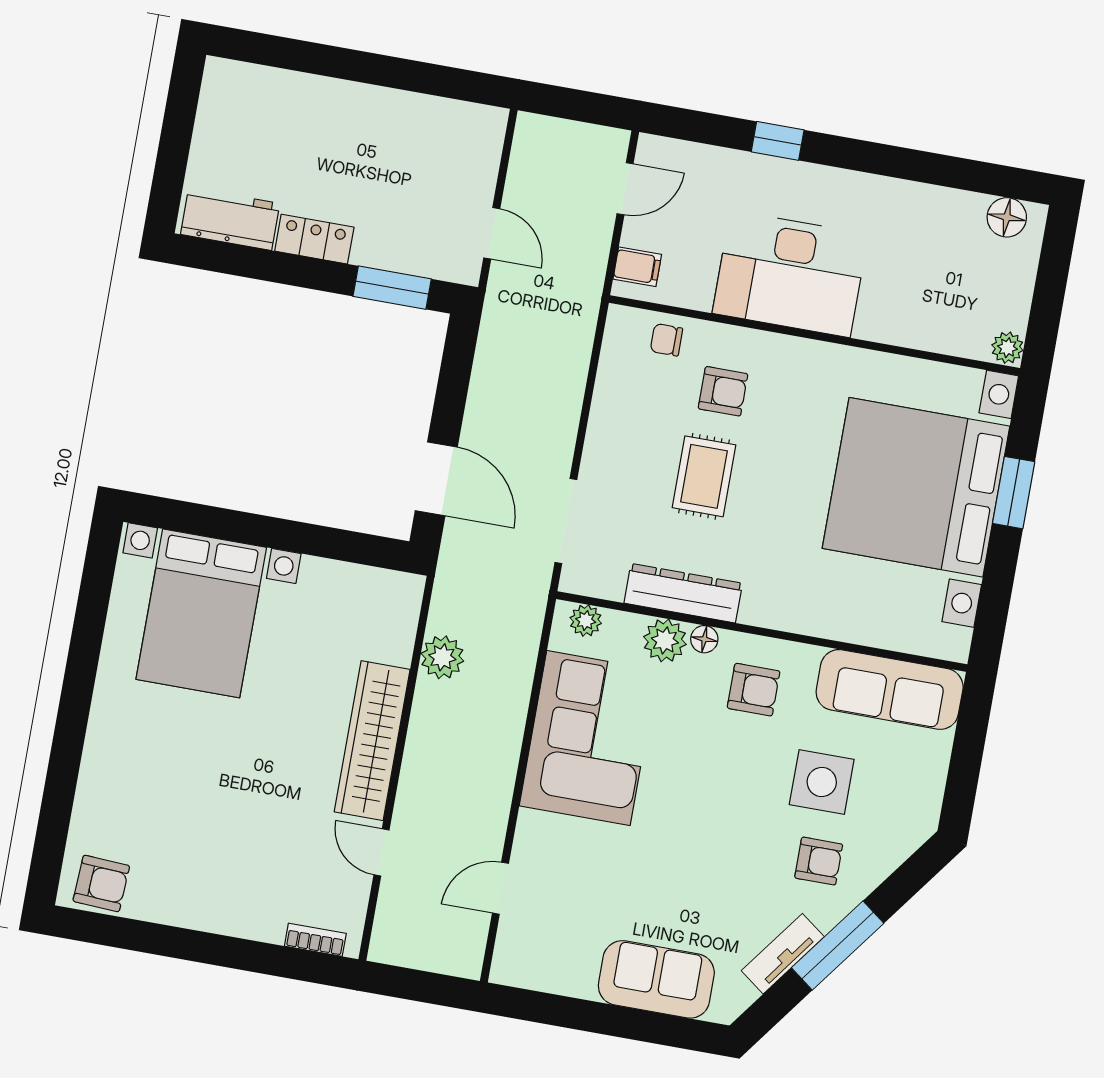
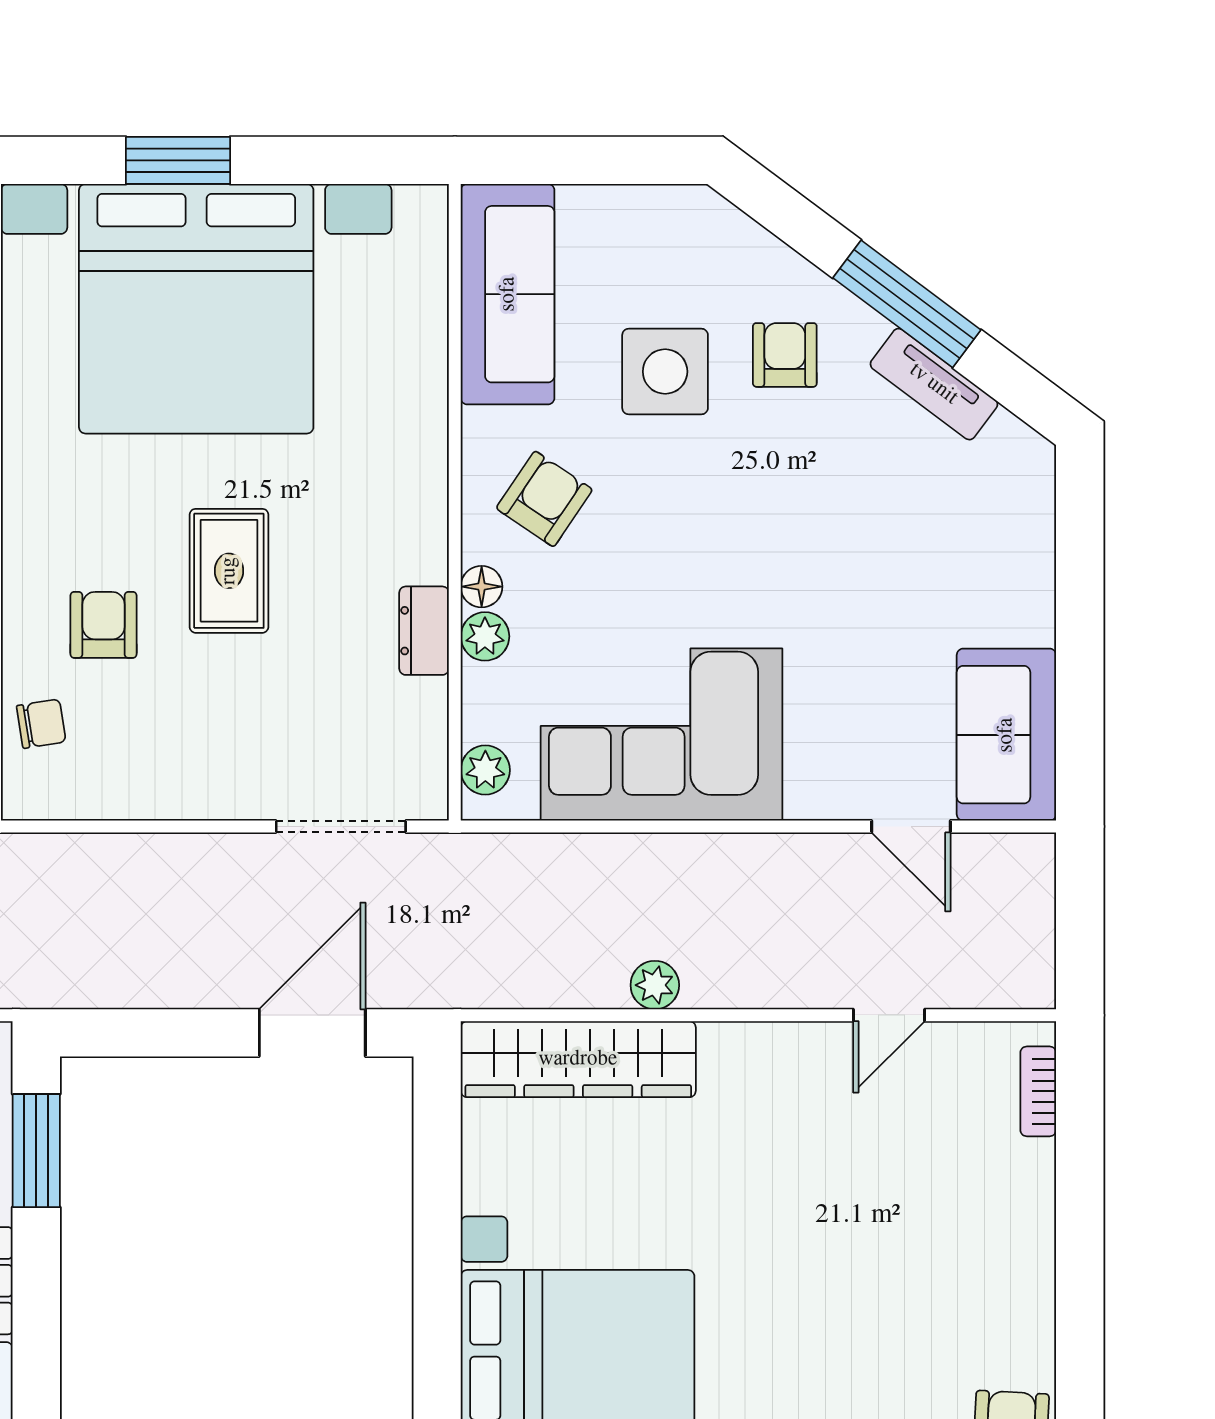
chair: (666, 340) -> (41, 724), turned -99
rug: (704, 476) -> (229, 571), moved, turned 90
dresser: (683, 593) -> (424, 631), width x0.51, depth x0.80
plant: (665, 640) -> (485, 636), width x0.73, depth x0.73
plant: (442, 657) -> (655, 985), moved, width x0.73, depth x0.73
armchair: (754, 690) -> (544, 499), turned 34
wardrobe: (372, 741) -> (578, 1059), moved
sofa: (656, 979) -> (1006, 735), moved

